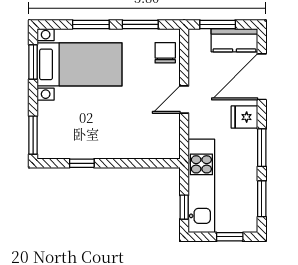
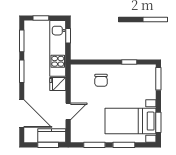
kitchen counter: (234, 40) -> (52, 136), moved
chair: (165, 53) -> (101, 80), moved
door: (262, 77) -> (22, 114), hinge flipped
door: (184, 99) -> (68, 111), moved
fridge: (244, 117) -> (58, 84), moved, turned 180

